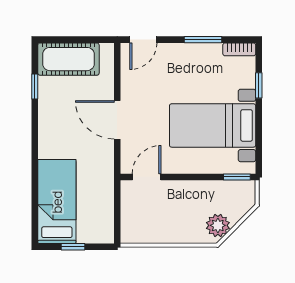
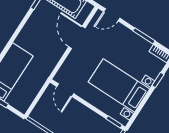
door: (117, 120) -> (77, 37), moved
door: (147, 177) -> (65, 90), swing flipped

